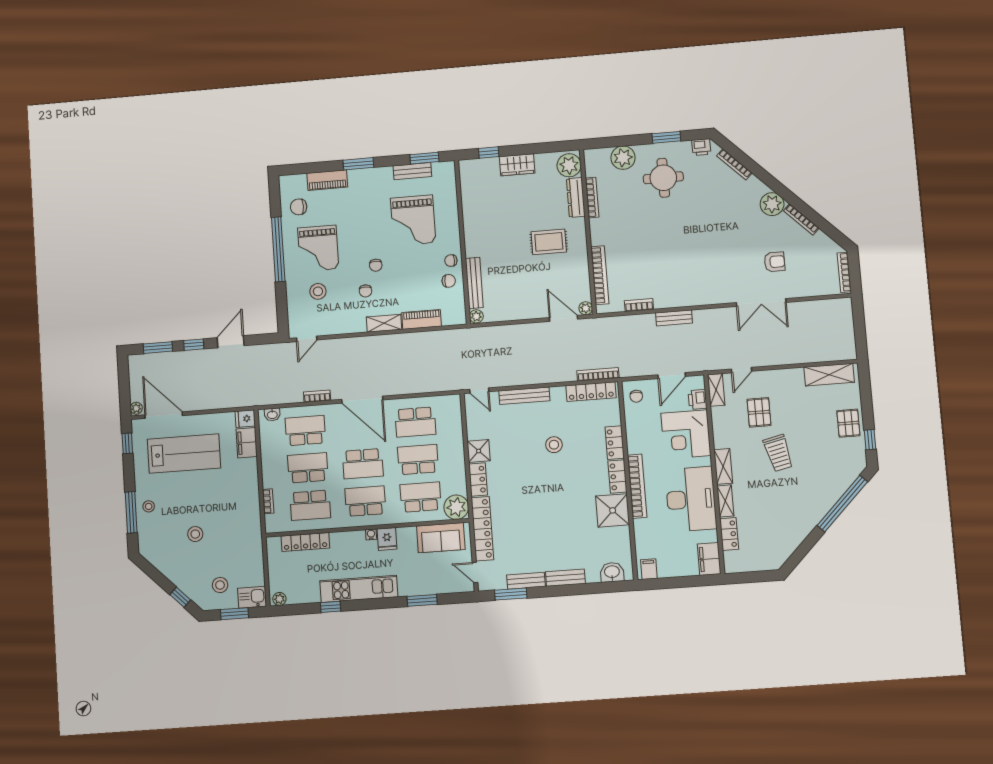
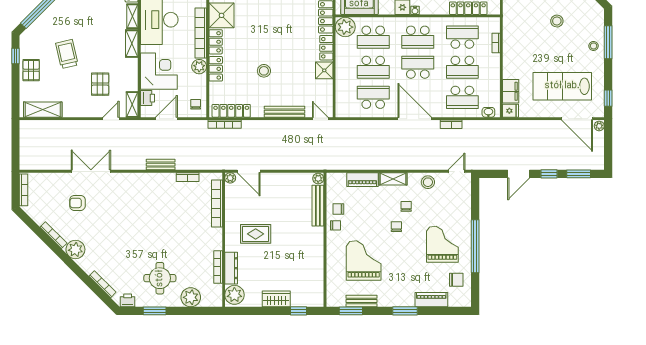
stool: (318, 291) -> (428, 182), moved
plant: (636, 444) -> (199, 67), added
trolley: (778, 453) -> (67, 54), moved

